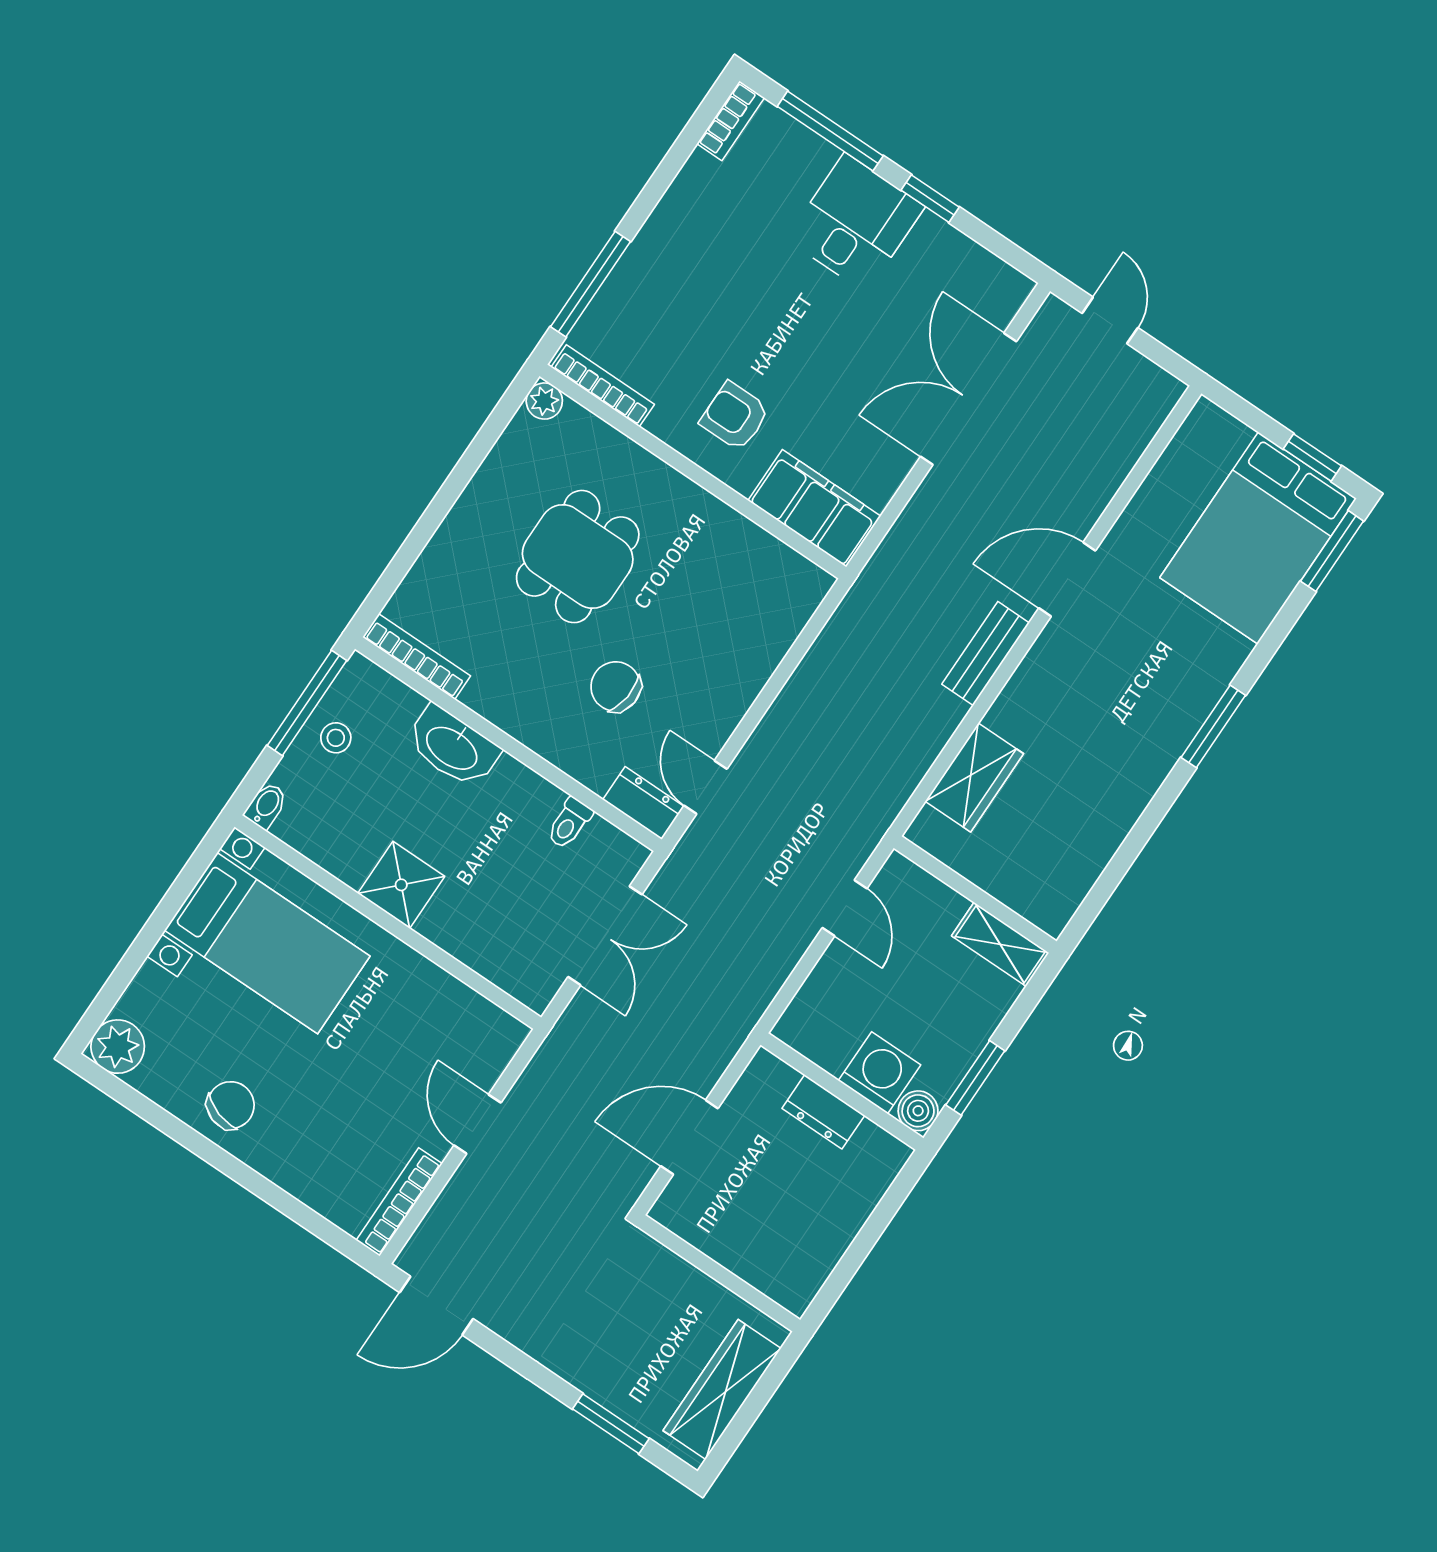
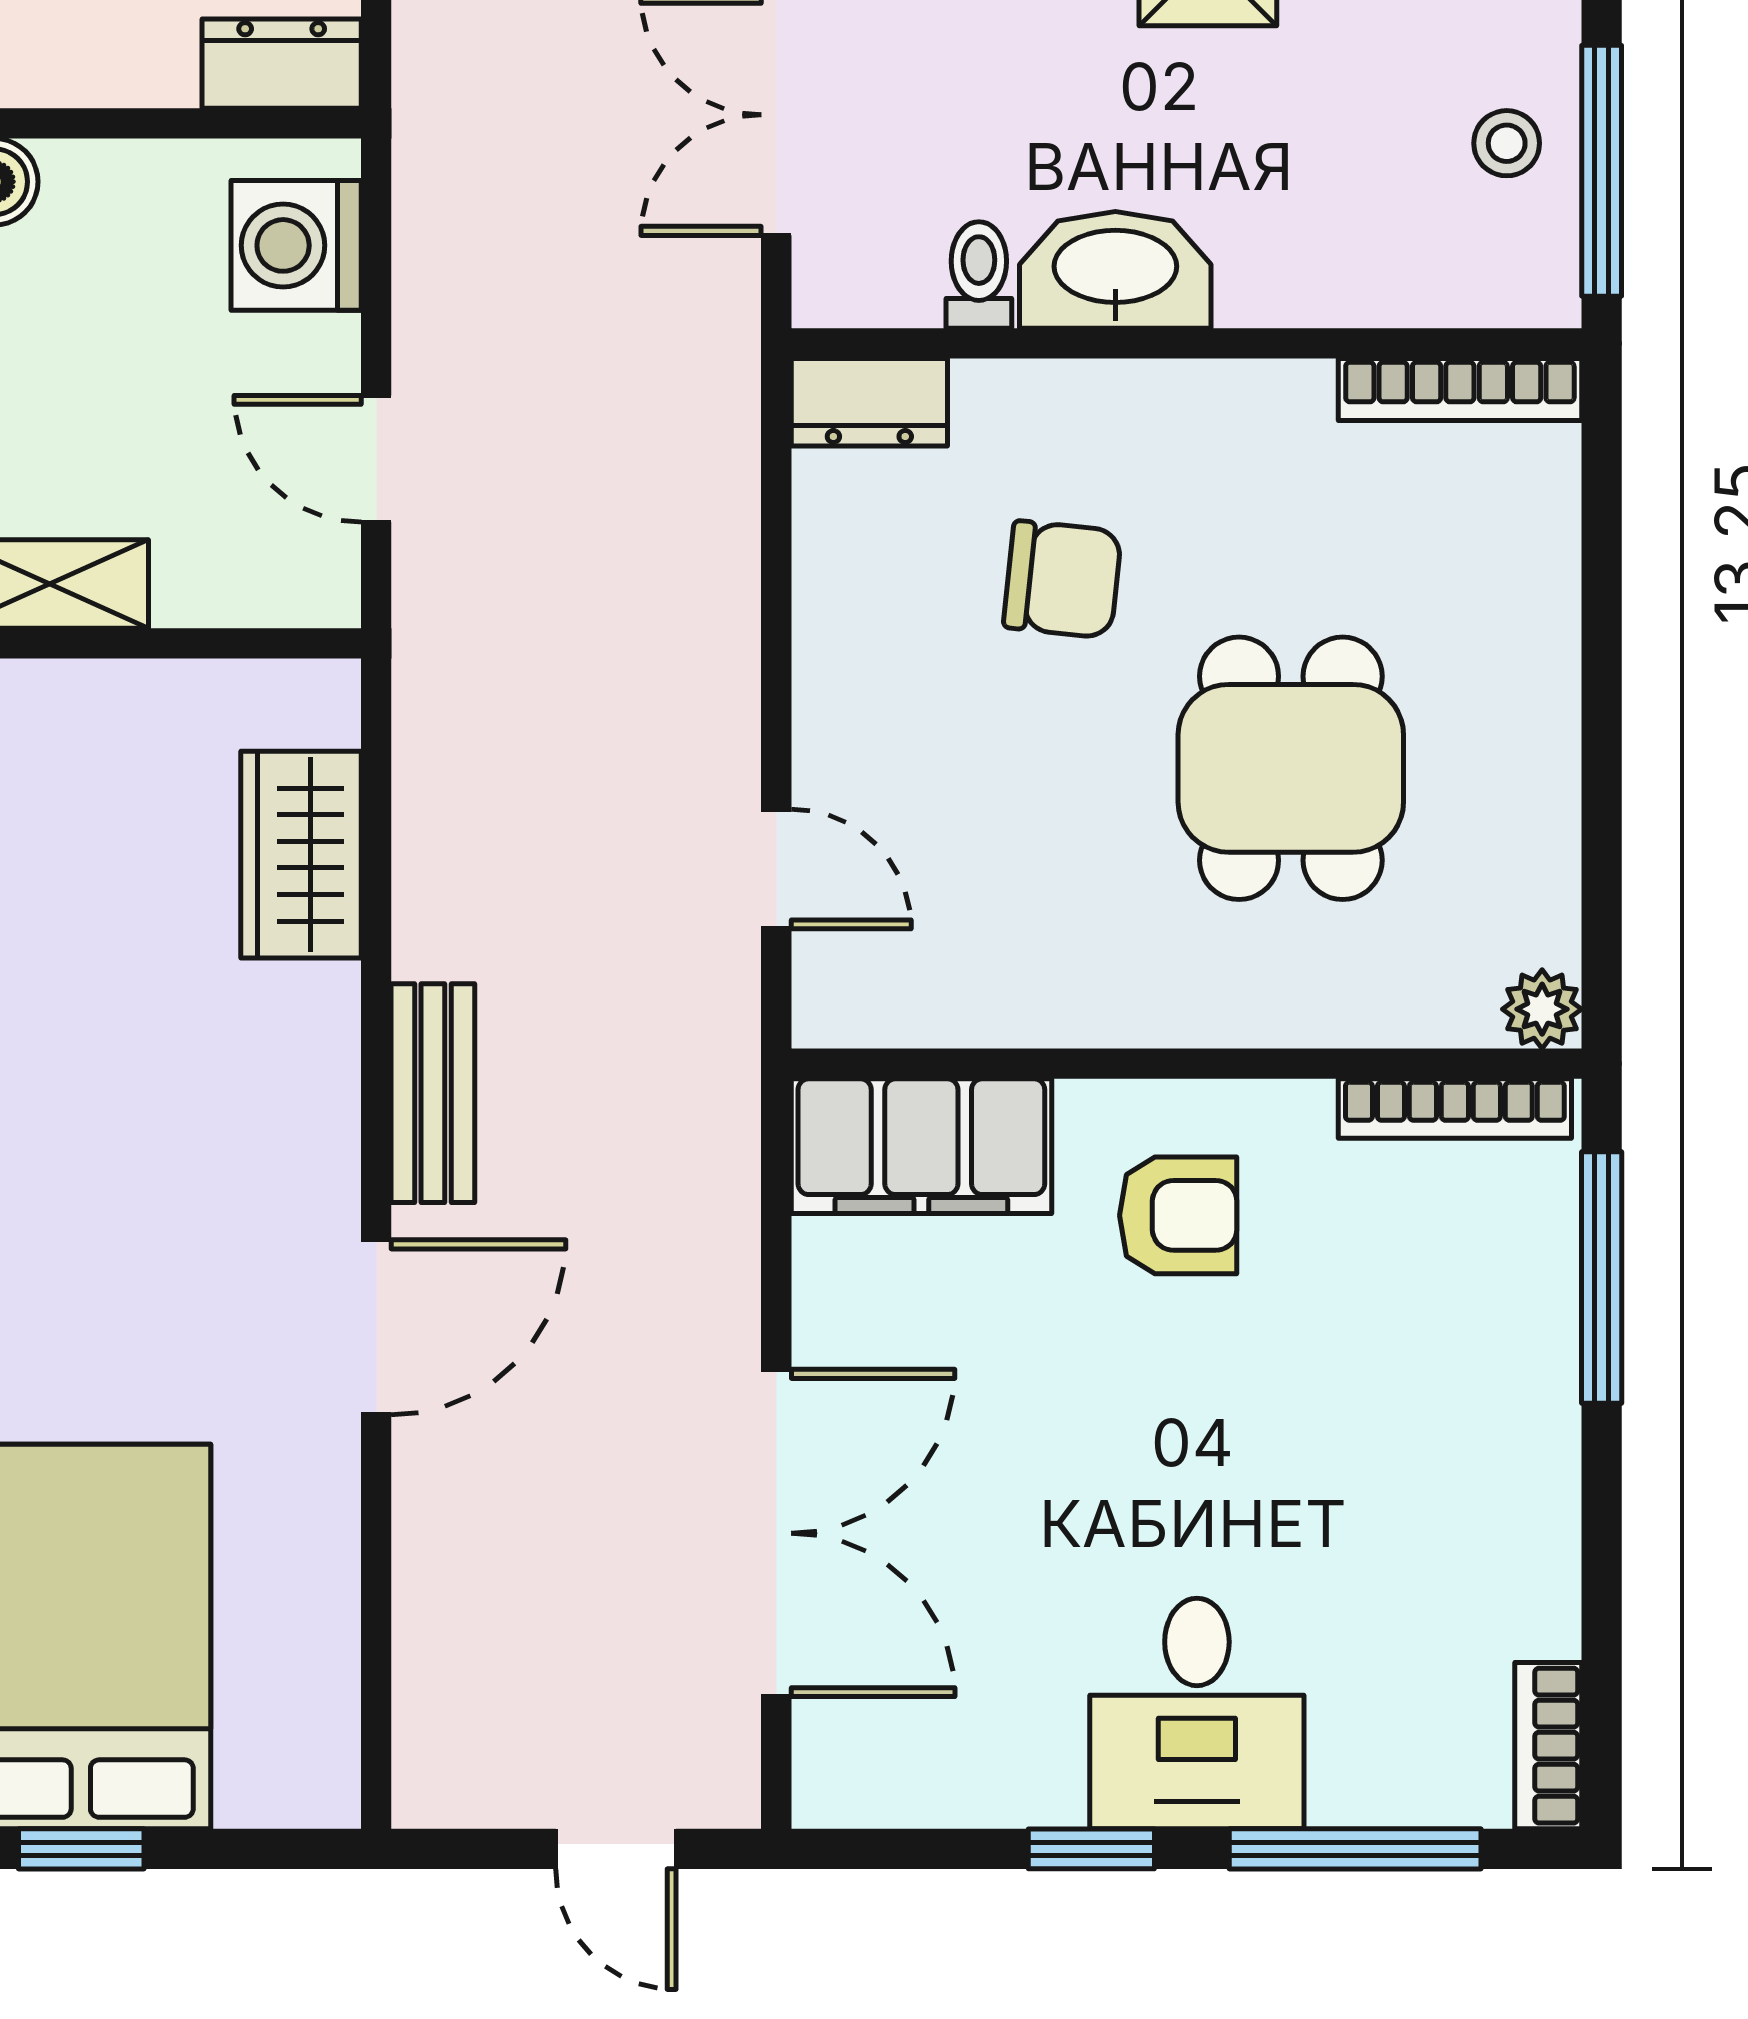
washbasin: (453, 747) -> (1115, 270), moved
door: (706, 787) -> (776, 869), moved
washing machine: (880, 1073) -> (296, 245), moved, turned 90
dresser: (823, 1112) -> (282, 64), moved

